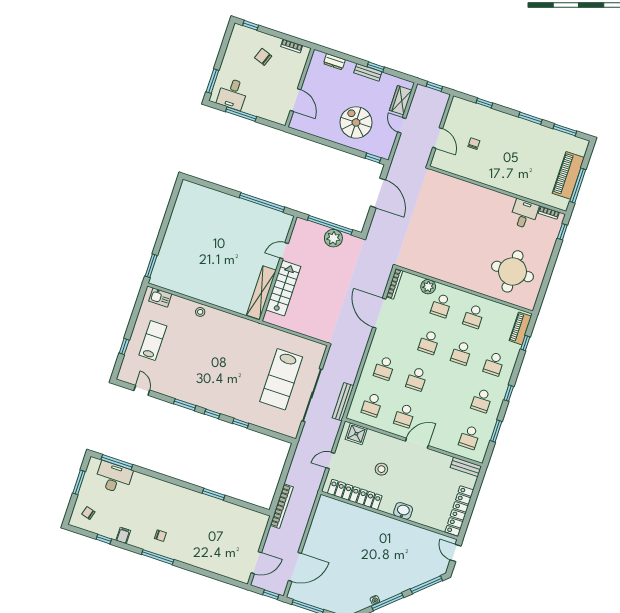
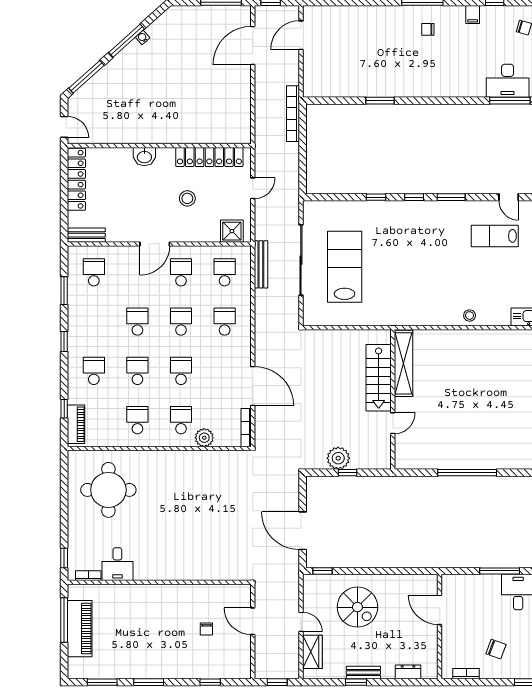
window: (262, 202) -> (467, 473), moved
window: (330, 225) -> (347, 473), width x0.32
lab bench: (153, 341) -> (495, 236), moved, turned 90
school desk: (482, 401) -> (137, 322), moved

